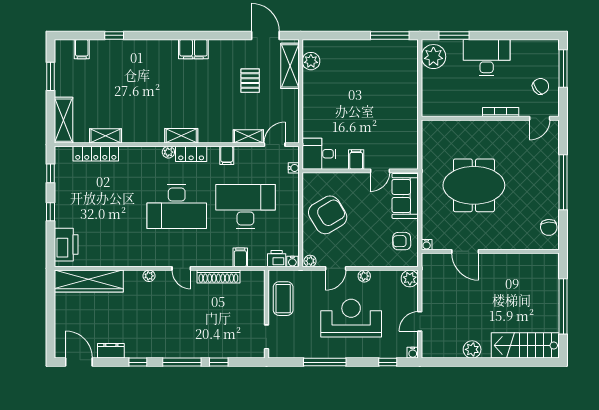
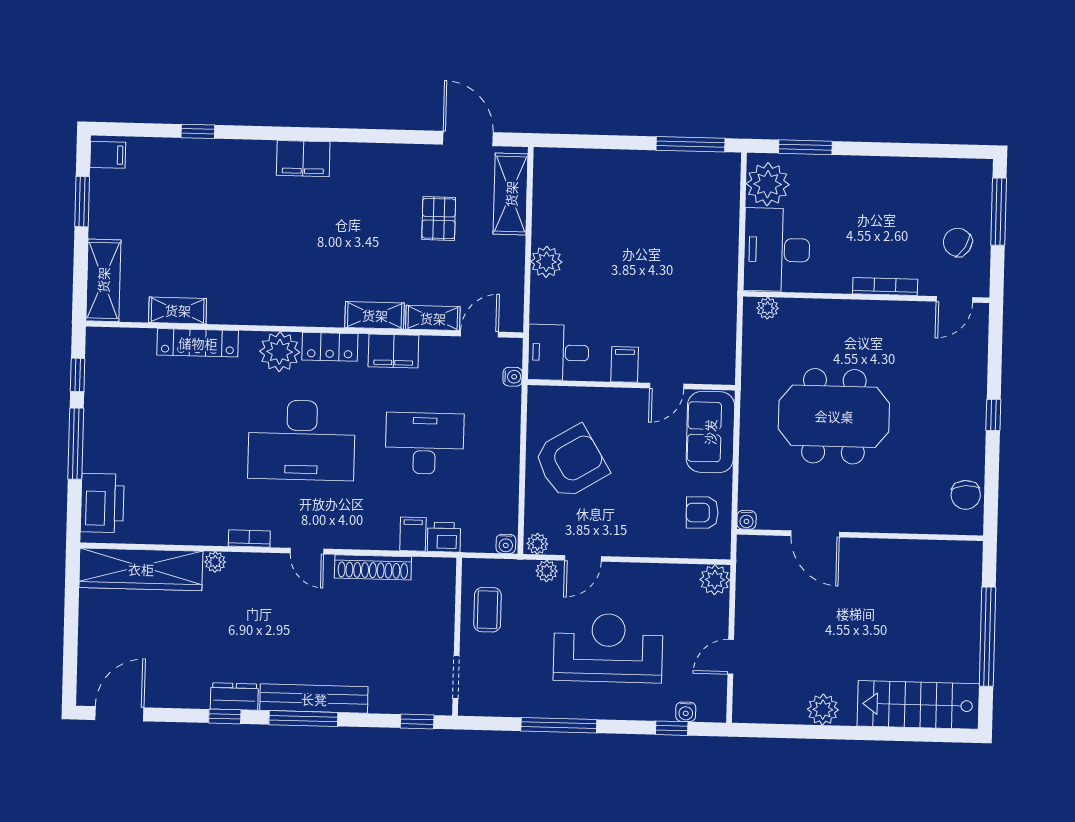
filing cabinet: (82, 49) -> (108, 155), moved, turned -90
filing cabinet: (193, 49) -> (303, 159), moved
desk: (487, 57) -> (777, 250), moved, turned -90
plant: (311, 61) -> (546, 262), moved
chair: (541, 86) -> (958, 242), turned -112
plant: (435, 126) -> (767, 308), added
shelving: (181, 136) -> (375, 315), moved
plant: (168, 152) -> (280, 352), width x1.88, depth x1.88
locker: (96, 154) -> (198, 343), moved
filing cabinet: (227, 155) -> (393, 351), width x2.00
window: (563, 182) -> (993, 415), width x0.32
desk: (245, 207) -> (424, 443), width x0.73, depth x0.77
window: (50, 212) -> (76, 444), width x2.17
printer: (277, 259) -> (444, 537), moved
bookcase: (149, 262) -> (249, 538), added
plant: (149, 276) -> (215, 562), moved
plant: (364, 276) -> (547, 571), moved
coffee table: (283, 299) -> (488, 610), width x0.73, depth x0.77
dresser: (111, 351) -> (234, 697), moved
bench: (187, 351) -> (314, 699), added
water cooler: (413, 353) -> (686, 712), moved
door: (79, 362) -> (119, 714), hinge flipped
window: (219, 362) -> (417, 722), moved

